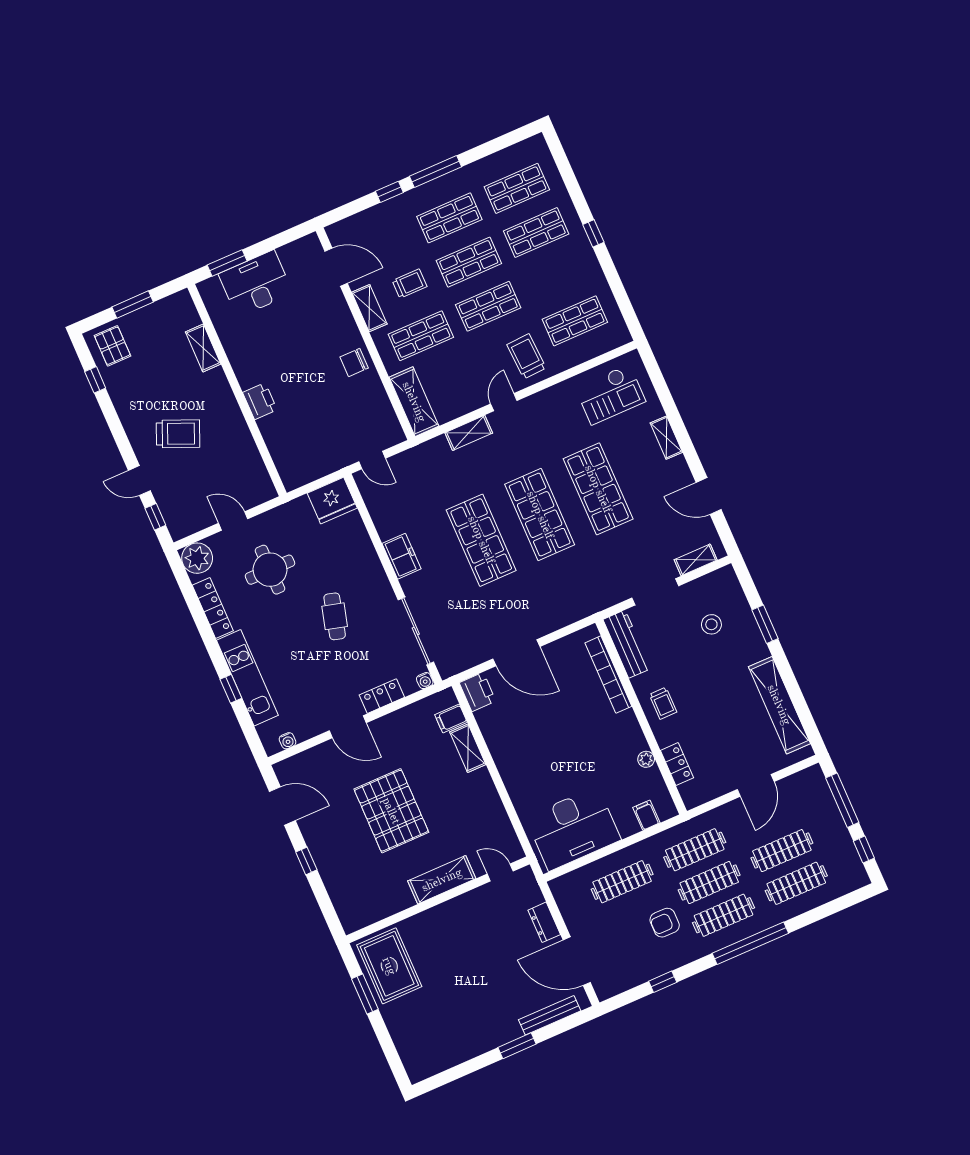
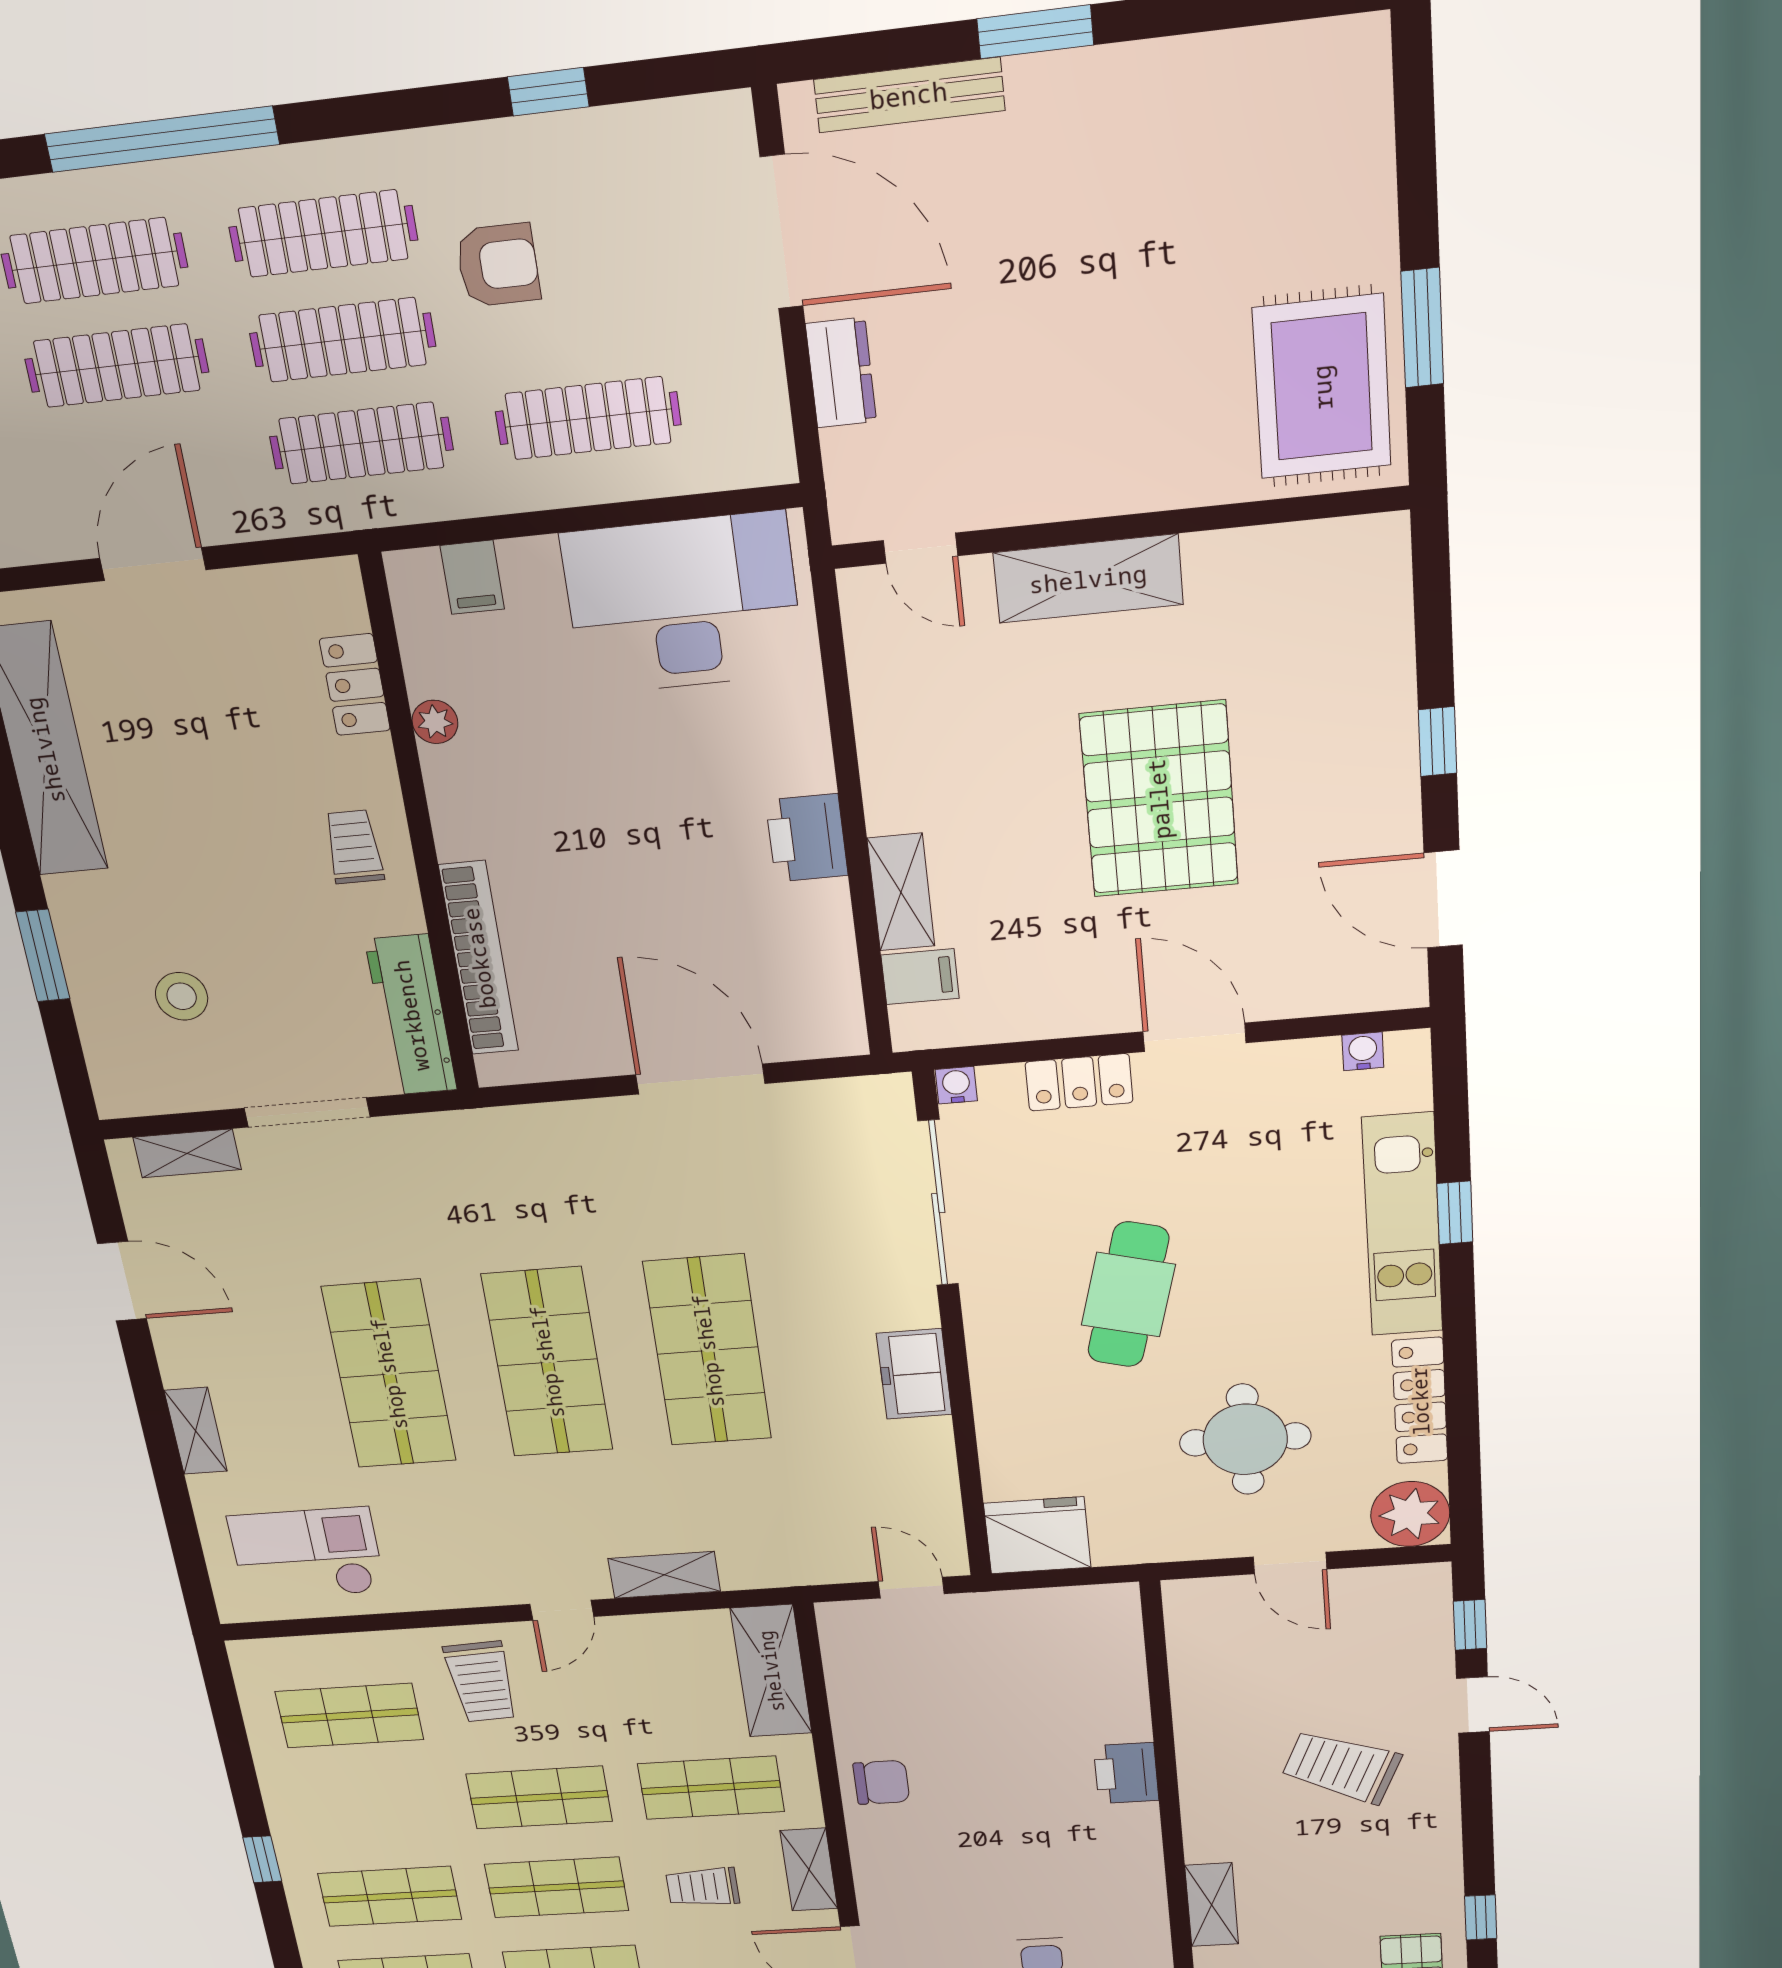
cafe table: (335, 616) -> (1128, 1295), width x1.37, depth x1.35
printer: (478, 692) -> (807, 838), moved
window: (750, 943) -> (162, 139), moved

